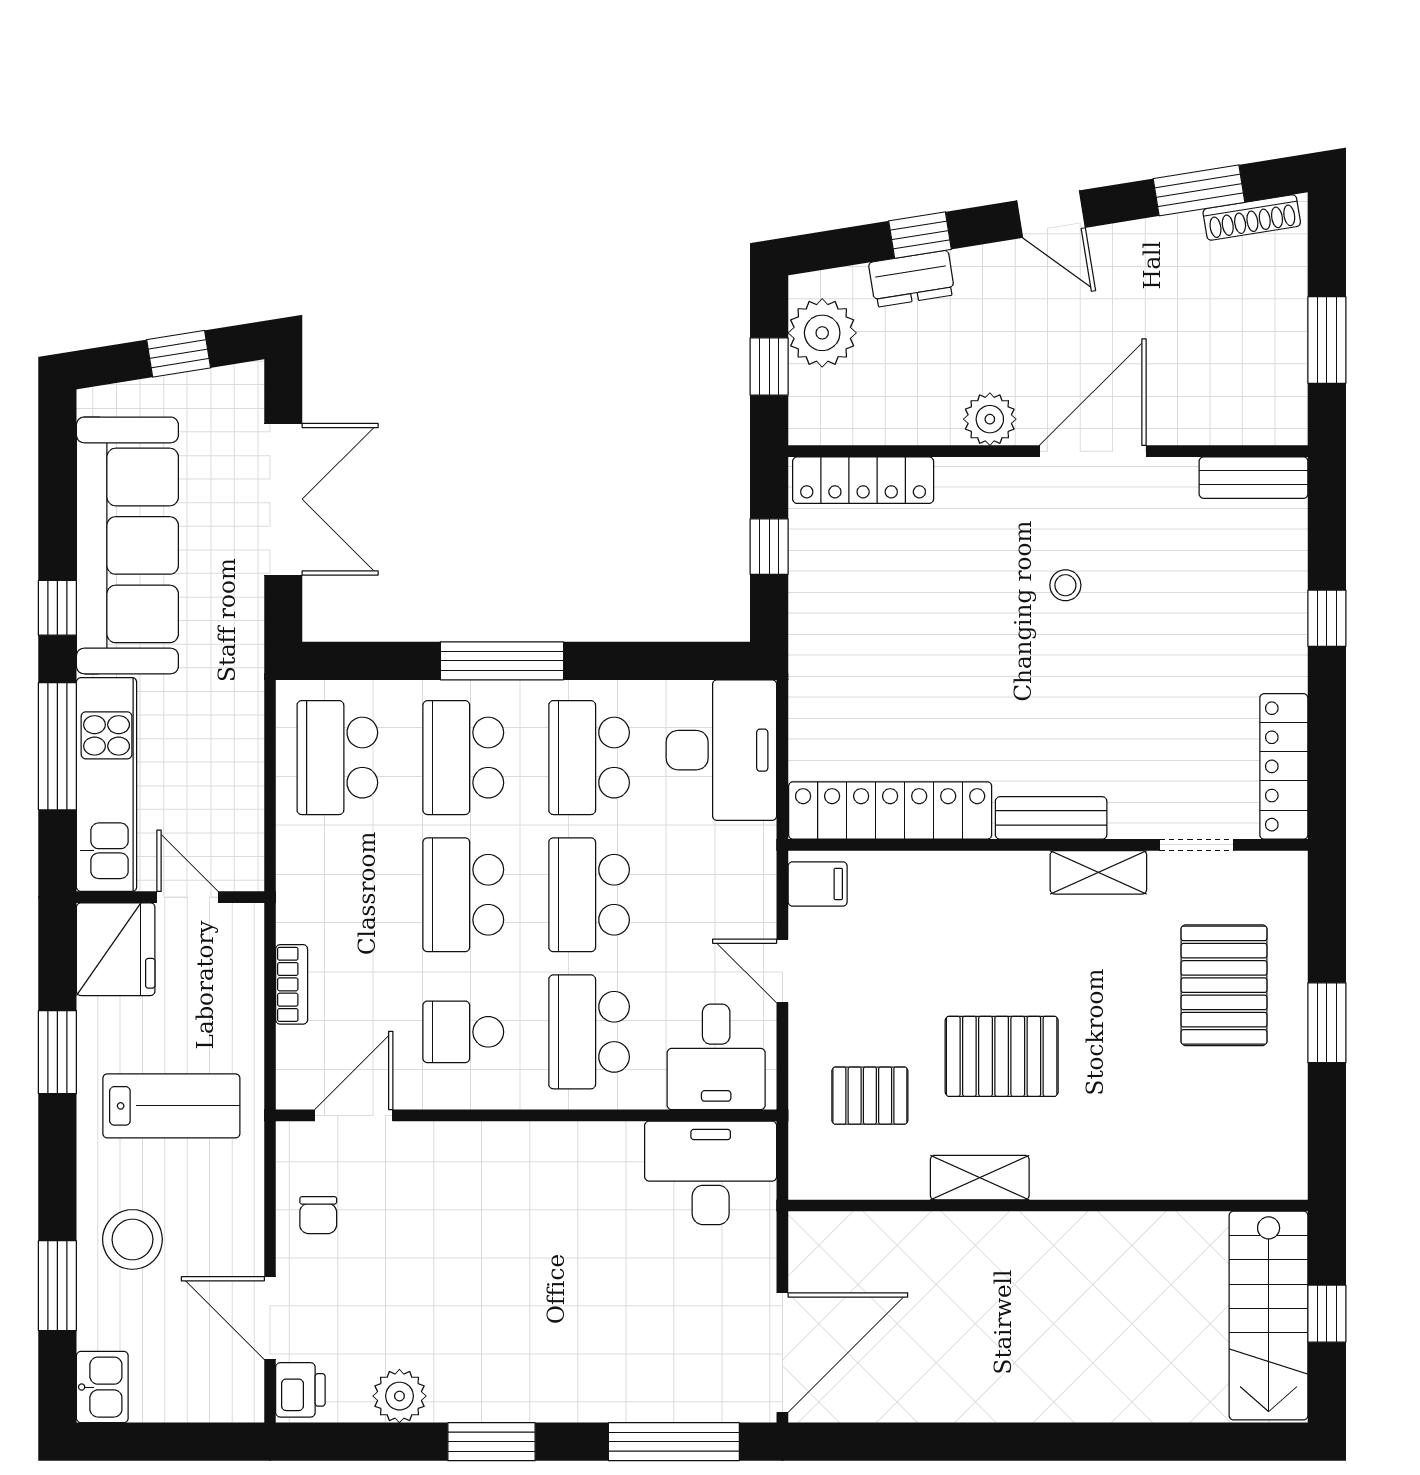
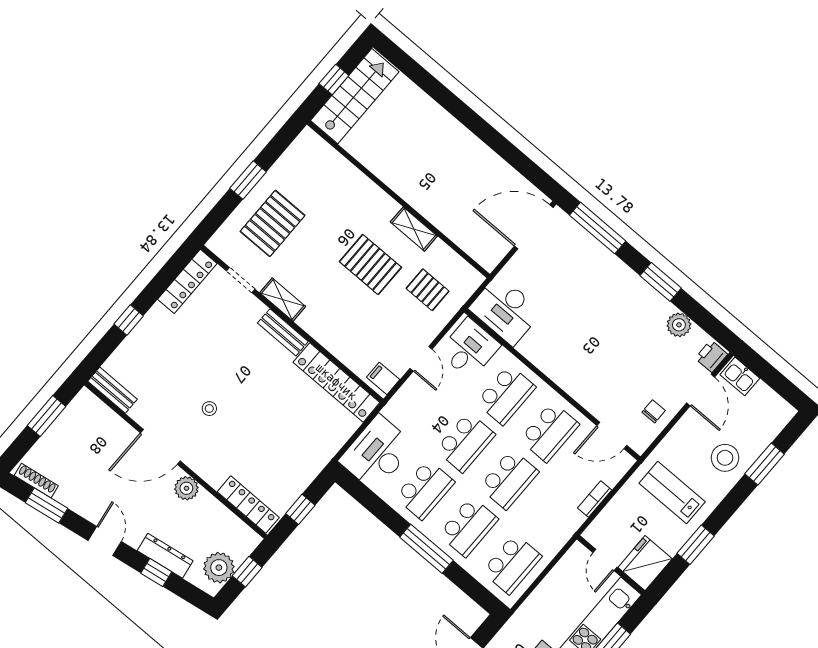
dresser: (912, 279) -> (165, 556), width x1.44
school desk: (463, 1032) -> (549, 432), width x1.85
kitchen sink: (102, 1387) -> (740, 376), moved, turned -90

